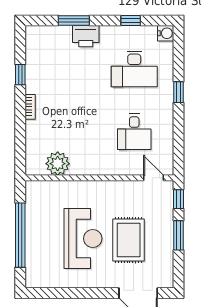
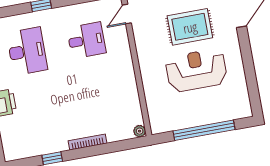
bookcase: (30, 107) -> (87, 142), width x1.56
plant: (58, 164) -> (140, 131), moved, width x0.53, depth x0.53

